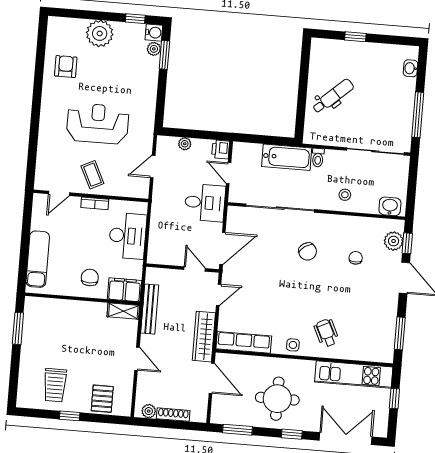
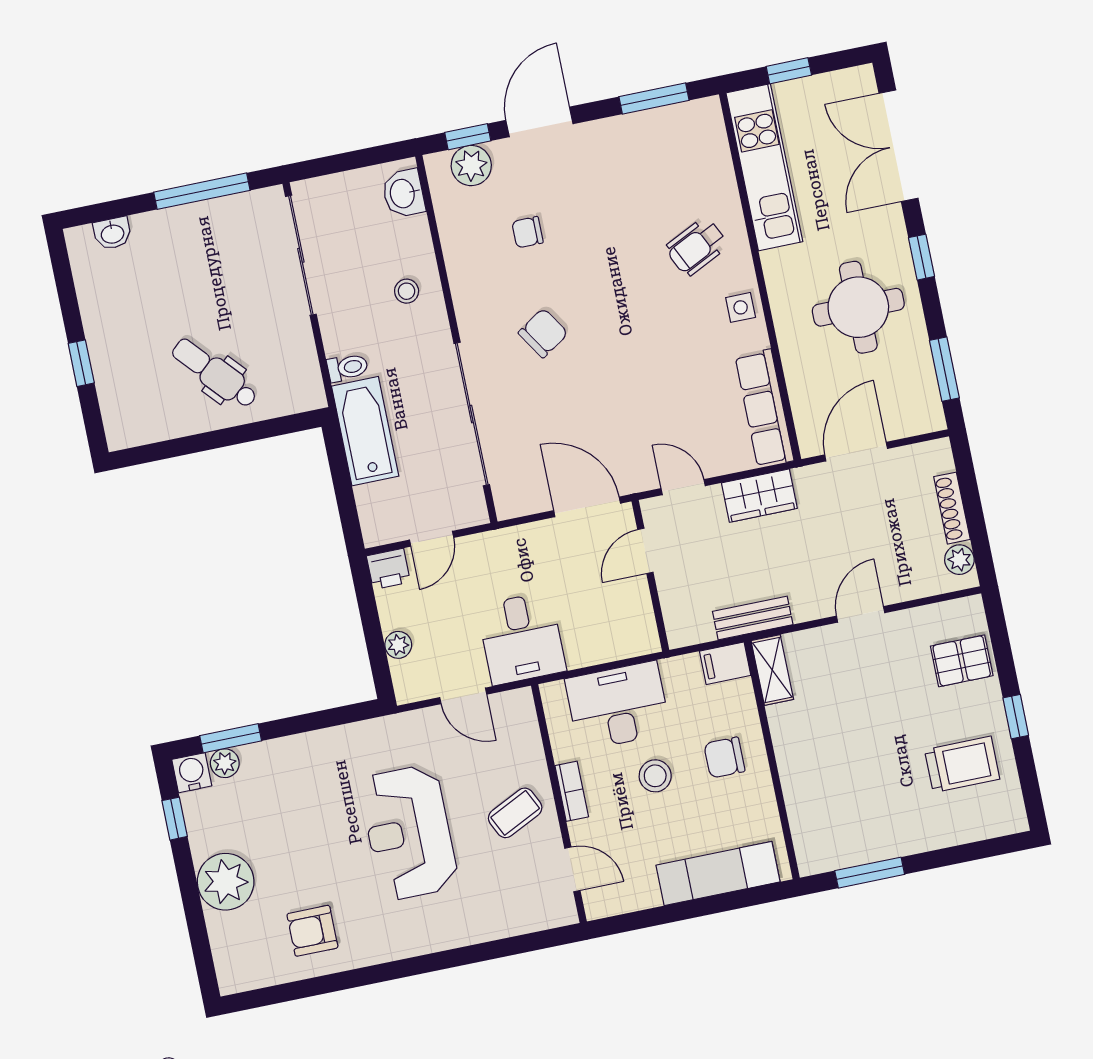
desk: (205, 203) -> (521, 638), moved, turned 180
stool: (91, 244) -> (655, 776), added
filing cabinet: (125, 290) -> (725, 663), width x0.50
bench: (150, 309) -> (753, 618), width x0.73
wardrobe: (204, 337) -> (759, 496), width x0.67

